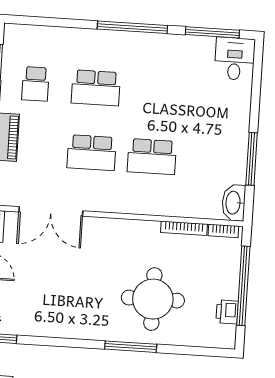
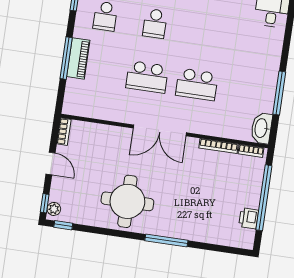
school desk: (96, 88) -> (155, 24), width x0.54
double door: (51, 211) -> (160, 130), moved
round table: (153, 299) -> (127, 201), moved

